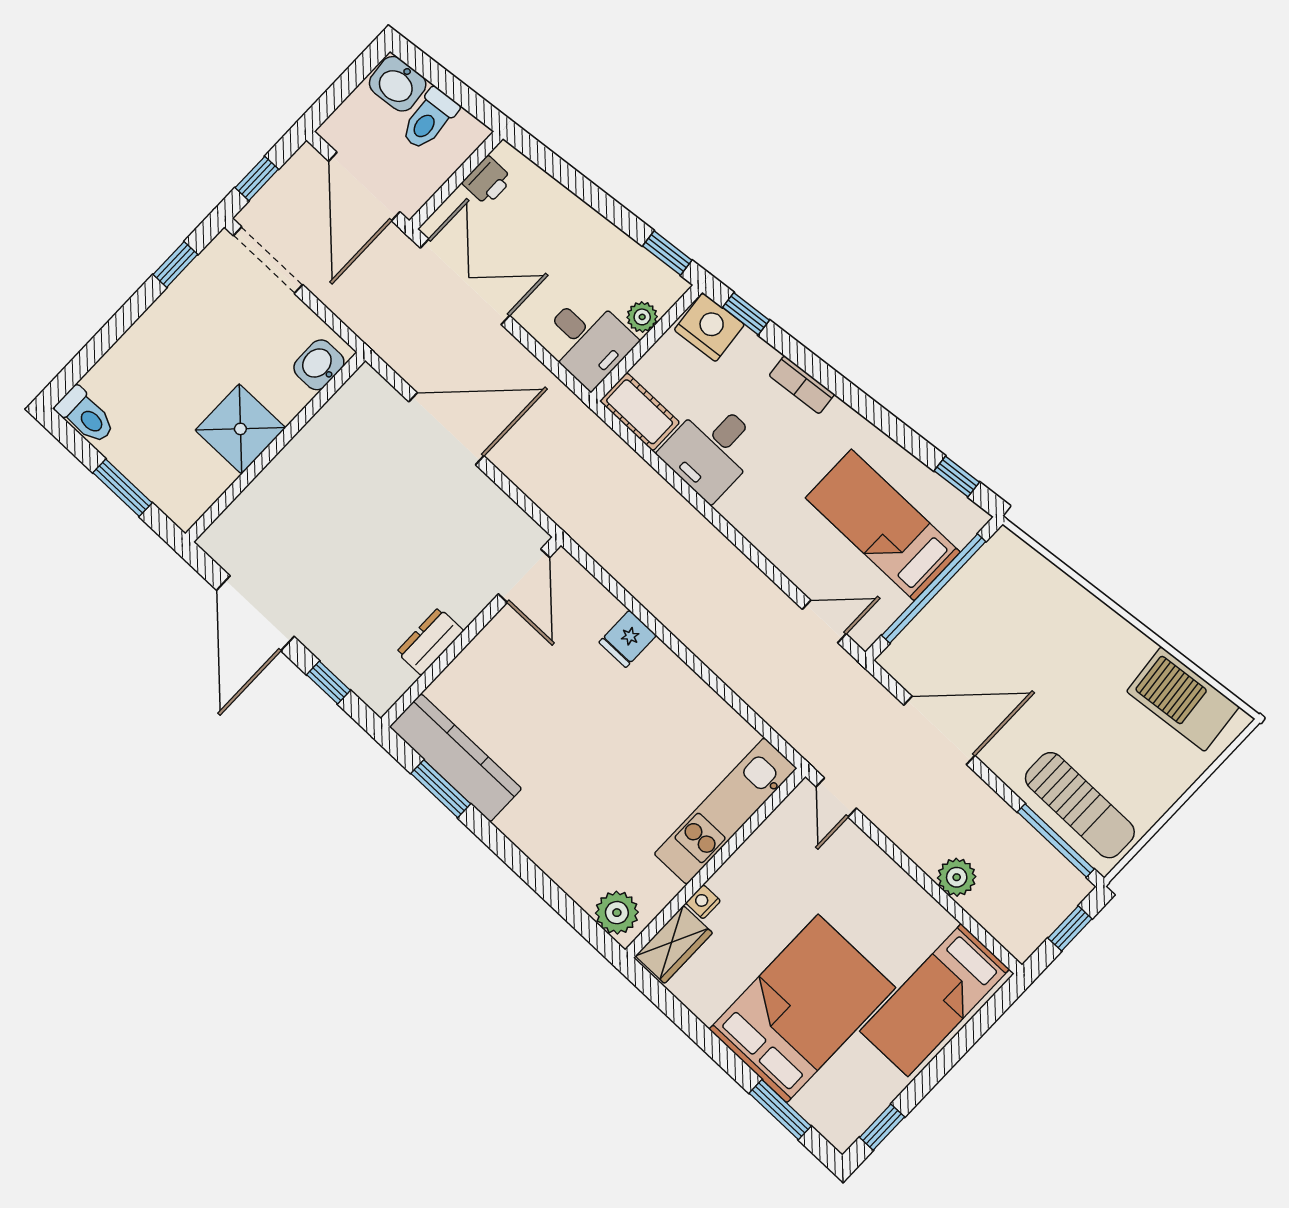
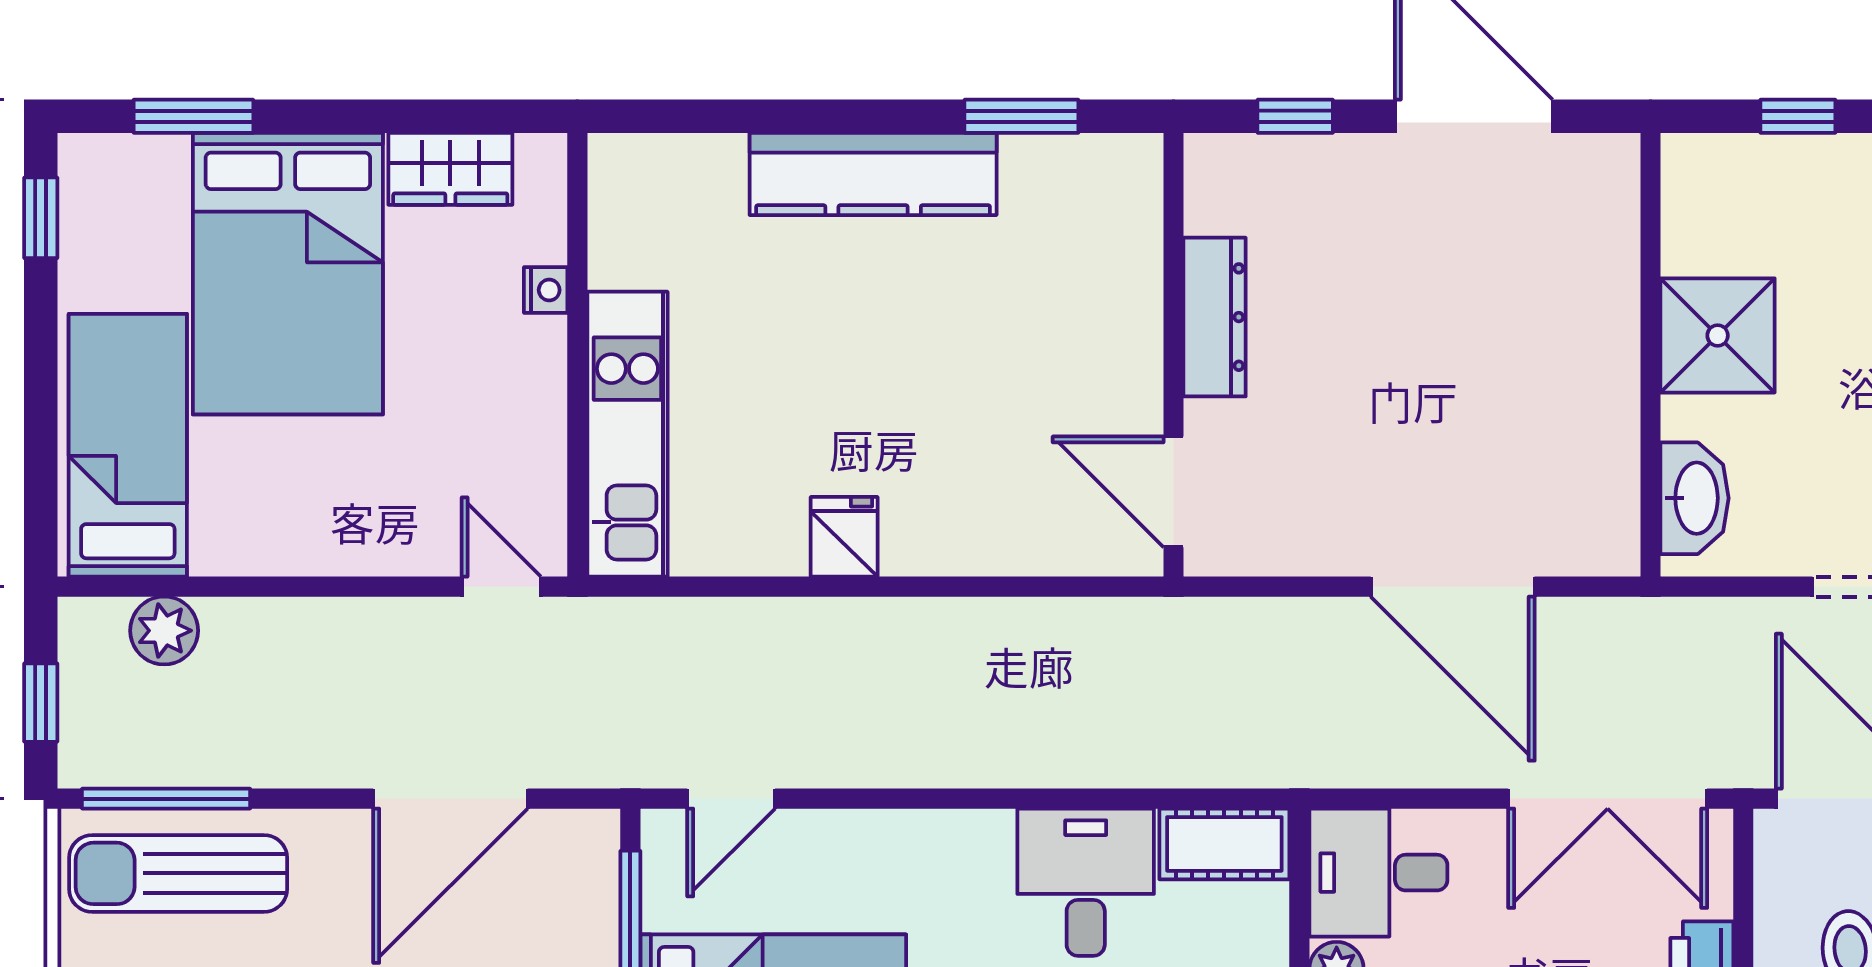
washbasin: (319, 365) -> (1695, 498), width x1.38
door: (446, 429) -> (1453, 587), hinge flipped
window: (123, 488) -> (1798, 116), width x0.67
fridge: (628, 639) -> (844, 537), moved
dresser: (430, 641) -> (1215, 317), width x1.44
kitchen counter: (455, 758) -> (873, 174), moved
plant: (957, 877) -> (164, 631), moved
plant: (617, 913) -> (644, 171), removed
wardrobe: (674, 944) -> (450, 169), moved, turned -90

